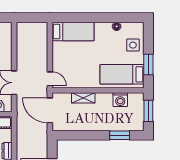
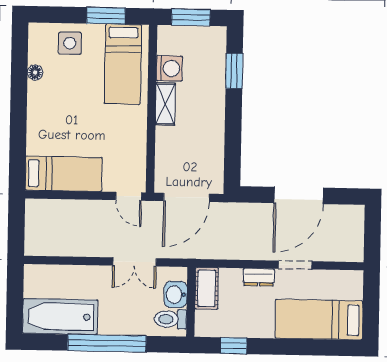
bed: (73, 32) -> (64, 174), moved, turned 90
door: (50, 79) -> (129, 196), swing flipped
shelving: (83, 98) -> (165, 104), moved

